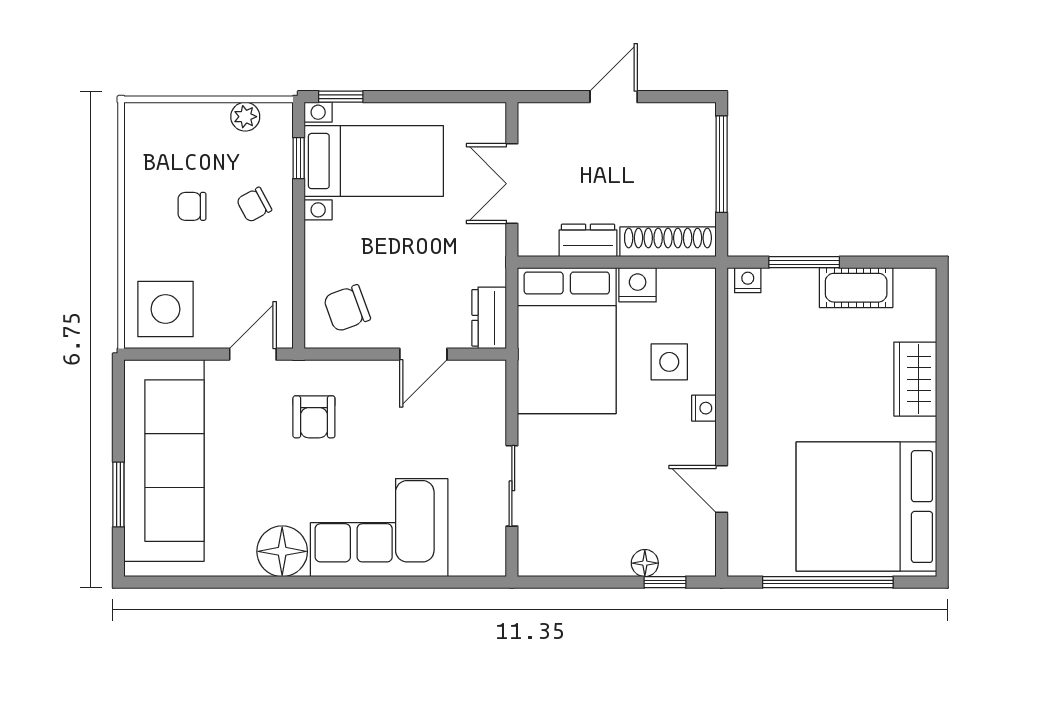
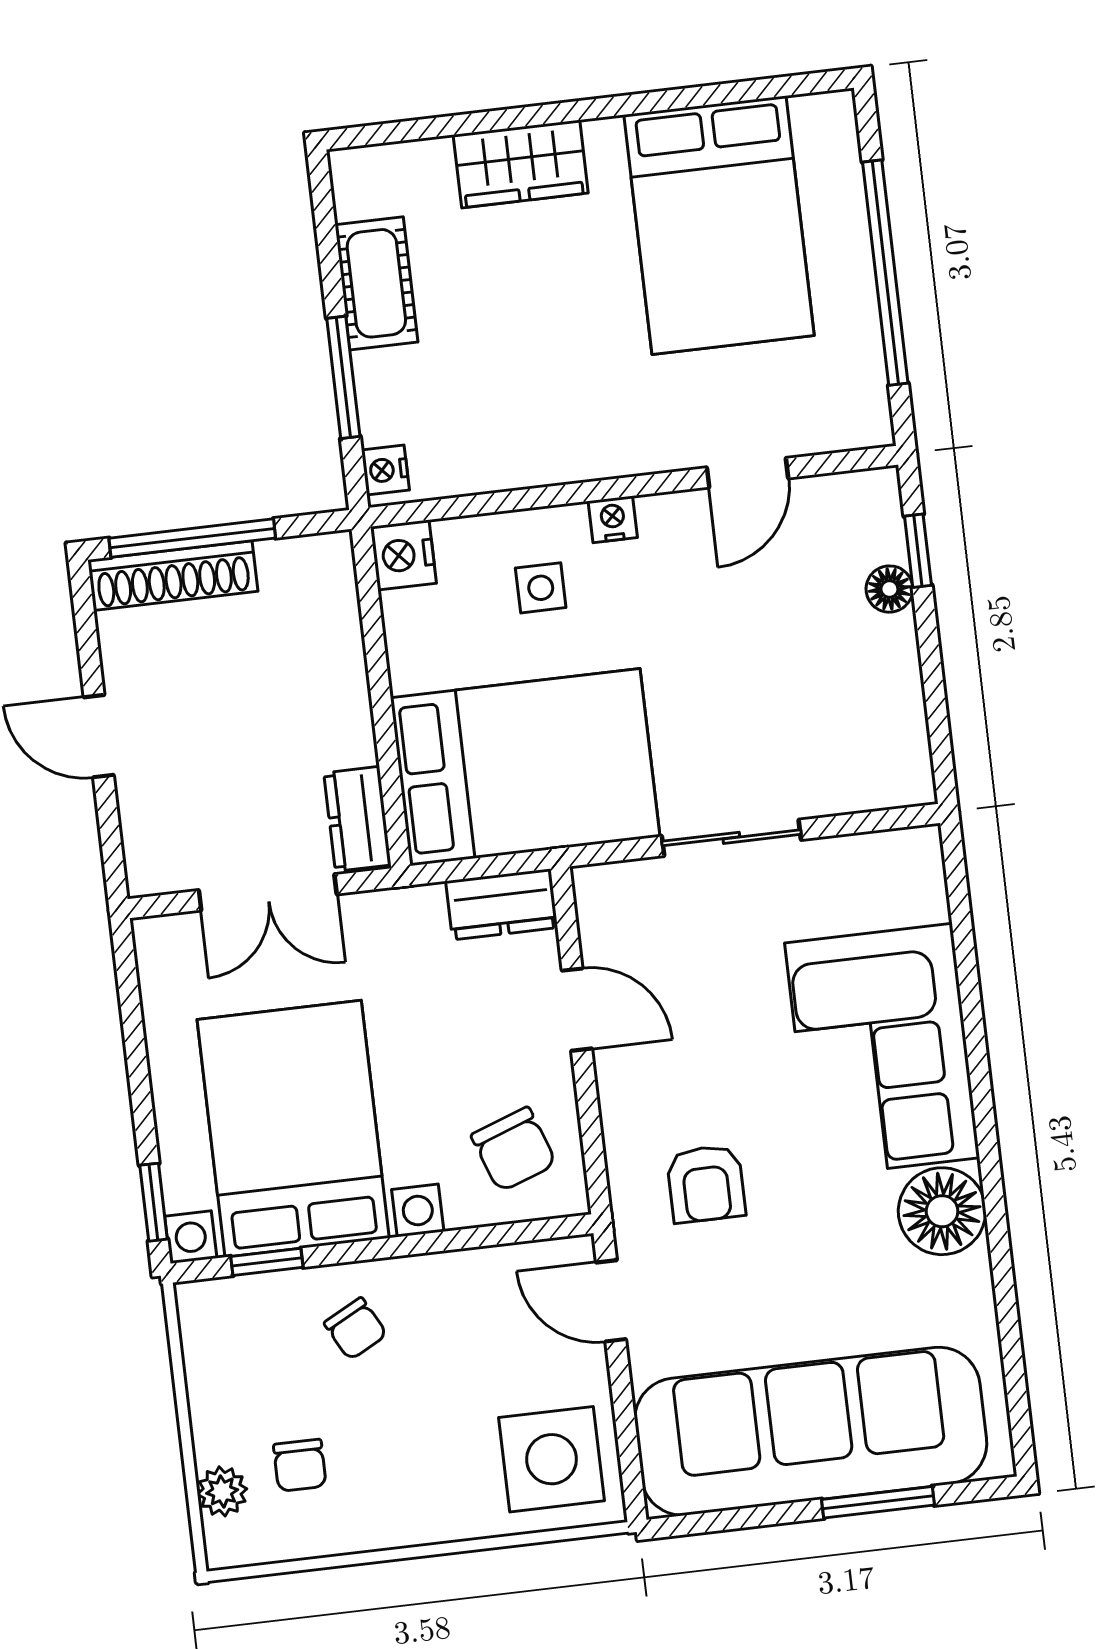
plant: (245, 117) -> (222, 1491), moved
bed with nightstands: (374, 161) -> (293, 1129), width x1.36
chair: (192, 206) -> (300, 1465), moved
dresser: (588, 240) -> (357, 819), moved
shoe rack: (668, 242) -> (173, 576), moved, turned -90
nightstand: (638, 285) -> (403, 555), moved
side table: (669, 362) -> (541, 588), width x0.73, depth x0.73
armchair: (314, 417) -> (706, 1184), turned 90
sliding door: (512, 486) -> (731, 838), moved
bed: (866, 507) -> (719, 225), width x0.73

